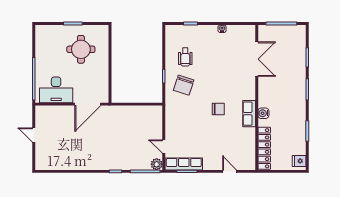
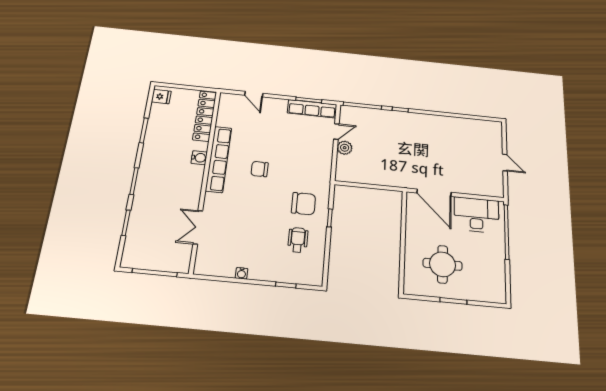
double door: (257, 59) -> (198, 227), width x0.73
chair: (184, 85) -> (303, 204), turned 72
door: (88, 104) -> (434, 193), swing flipped
row of seats: (249, 114) -> (219, 159), width x2.02
door: (164, 146) -> (336, 132), hinge flipped
plant: (157, 164) -> (345, 148), moved

